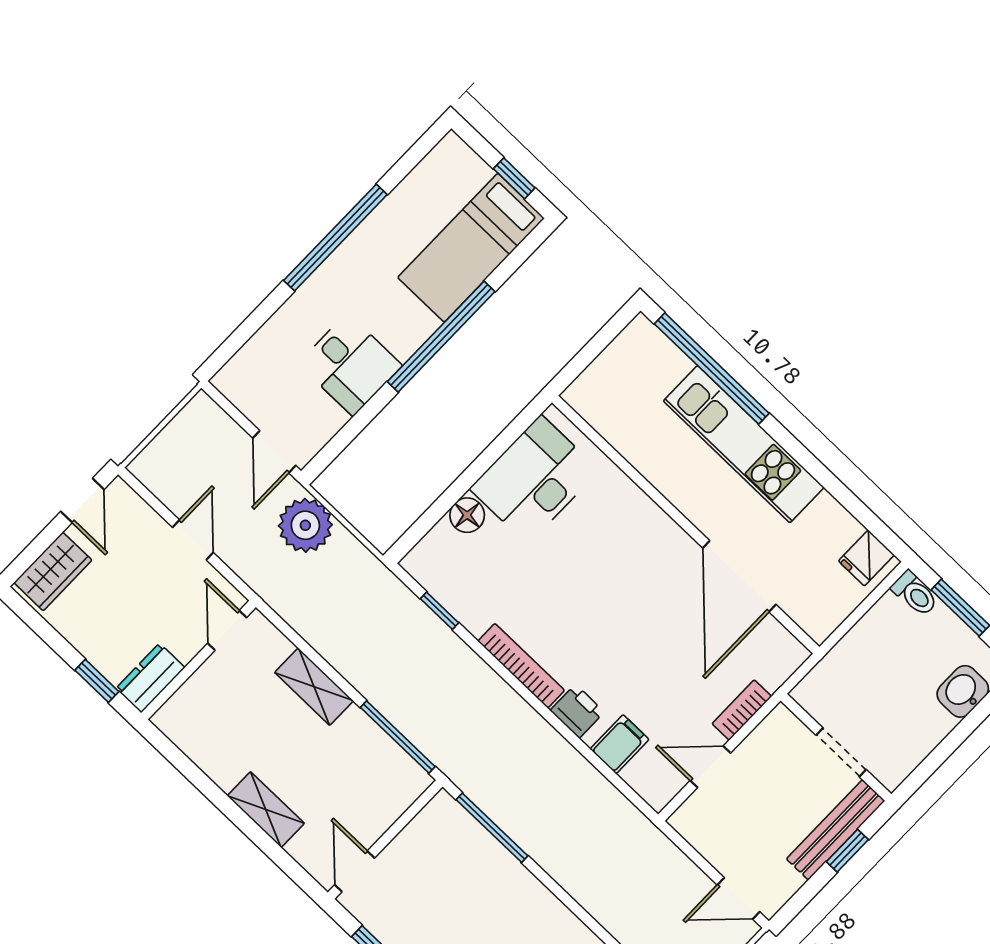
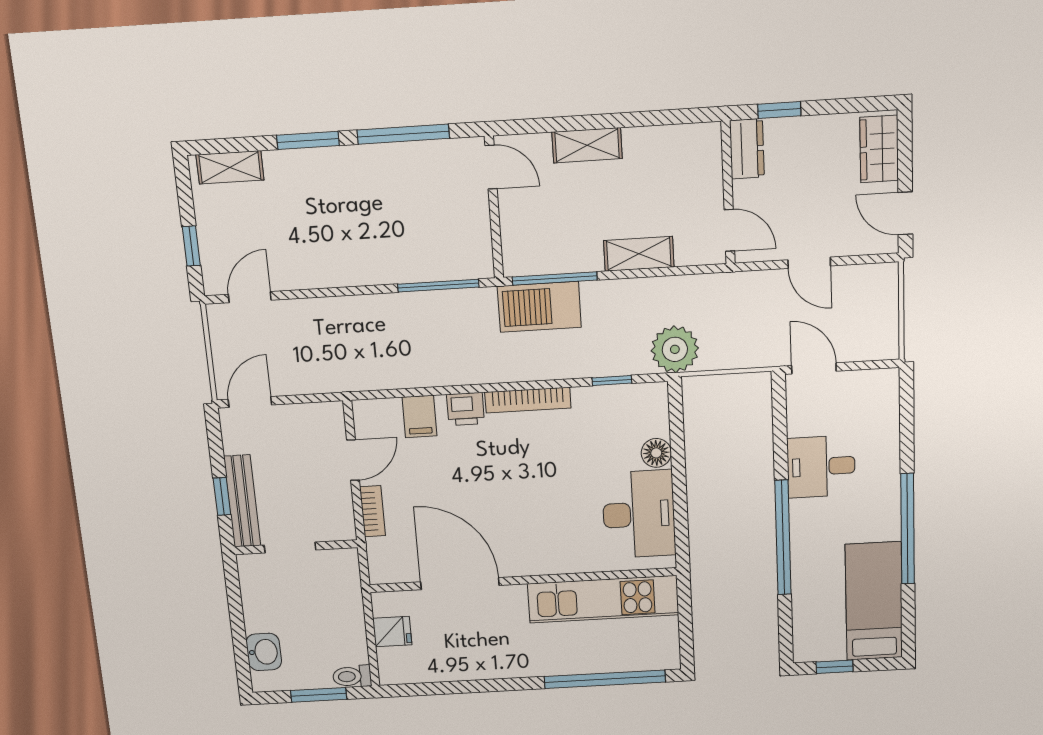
bed: (471, 248) -> (874, 601), moved
kitchen unit: (744, 444) -> (603, 599), moved, turned 180
plant: (305, 525) -> (675, 349), moved
fridge: (866, 558) -> (392, 632), moved, turned 90
barbecue: (433, 728) -> (539, 307), added

